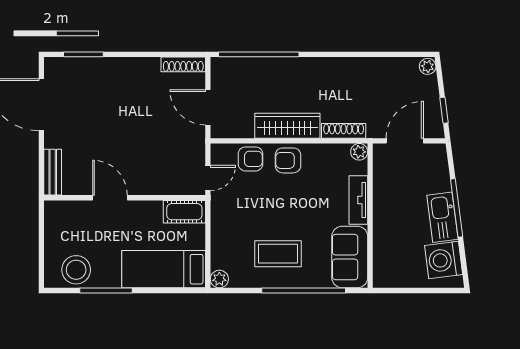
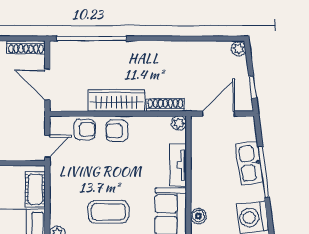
cot: (184, 212) -> (35, 189), moved, turned 90
kitchen sink: (442, 217) -> (249, 163), moved
boiler: (382, 259) -> (198, 216), added

